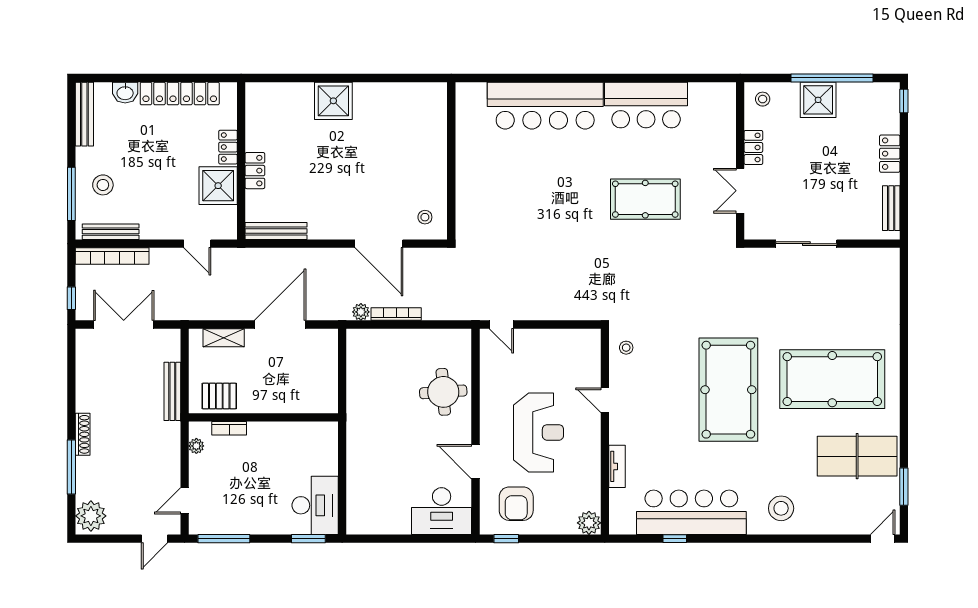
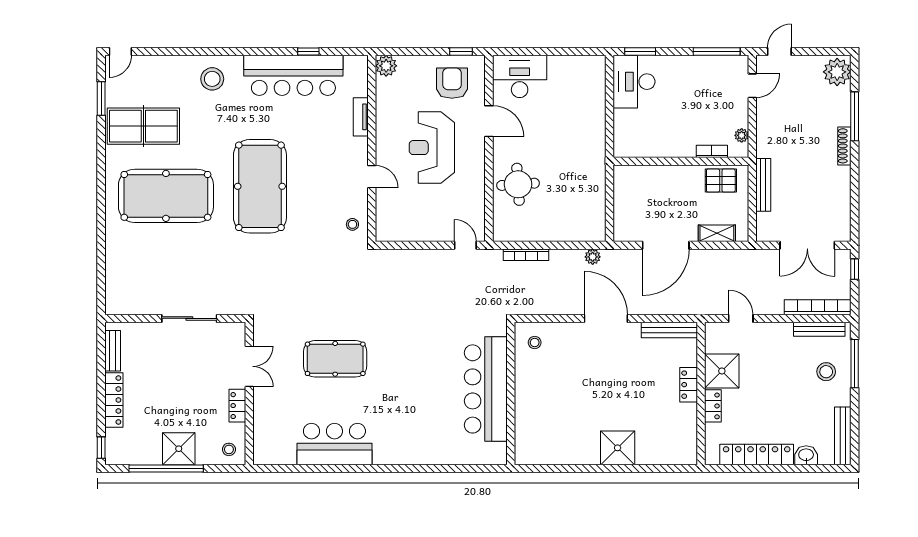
bar counter: (545, 106) -> (486, 389), moved, turned -90
locker: (890, 154) -> (114, 400), width x1.53
door: (379, 244) -> (606, 318), moved
bookcase: (396, 314) -> (526, 255), moved

